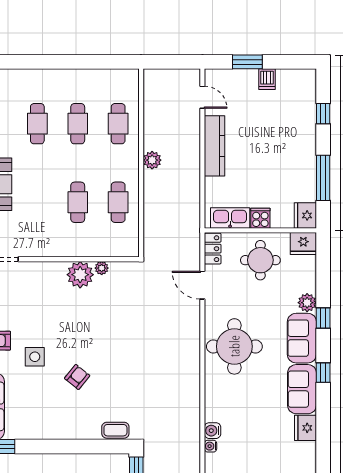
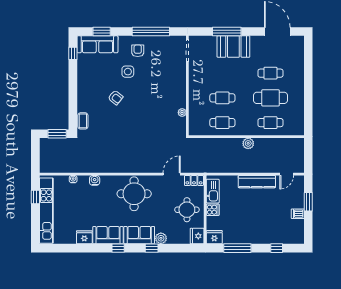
cafe table: (78, 124) -> (270, 98), width x1.37, depth x1.35
plant: (80, 275) -> (178, 99), removed
water cooler: (213, 431) -> (95, 180), moved

